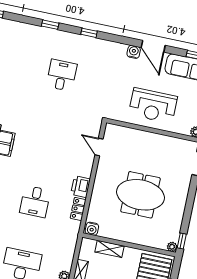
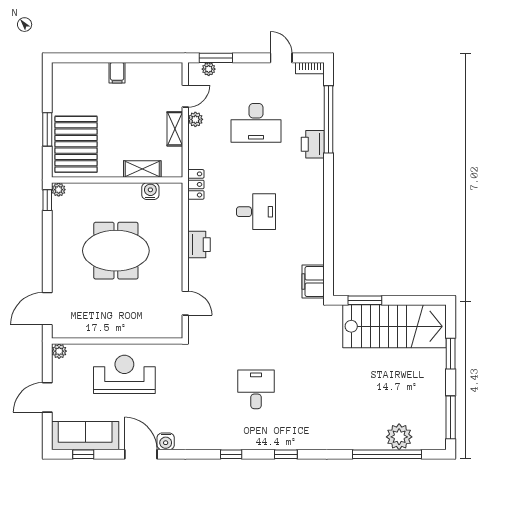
desk: (62, 75) -> (256, 389), turned 180
desk: (35, 202) -> (256, 212), turned 90
locker: (78, 209) -> (196, 184), moved
water cooler: (92, 229) -> (150, 191), moved

